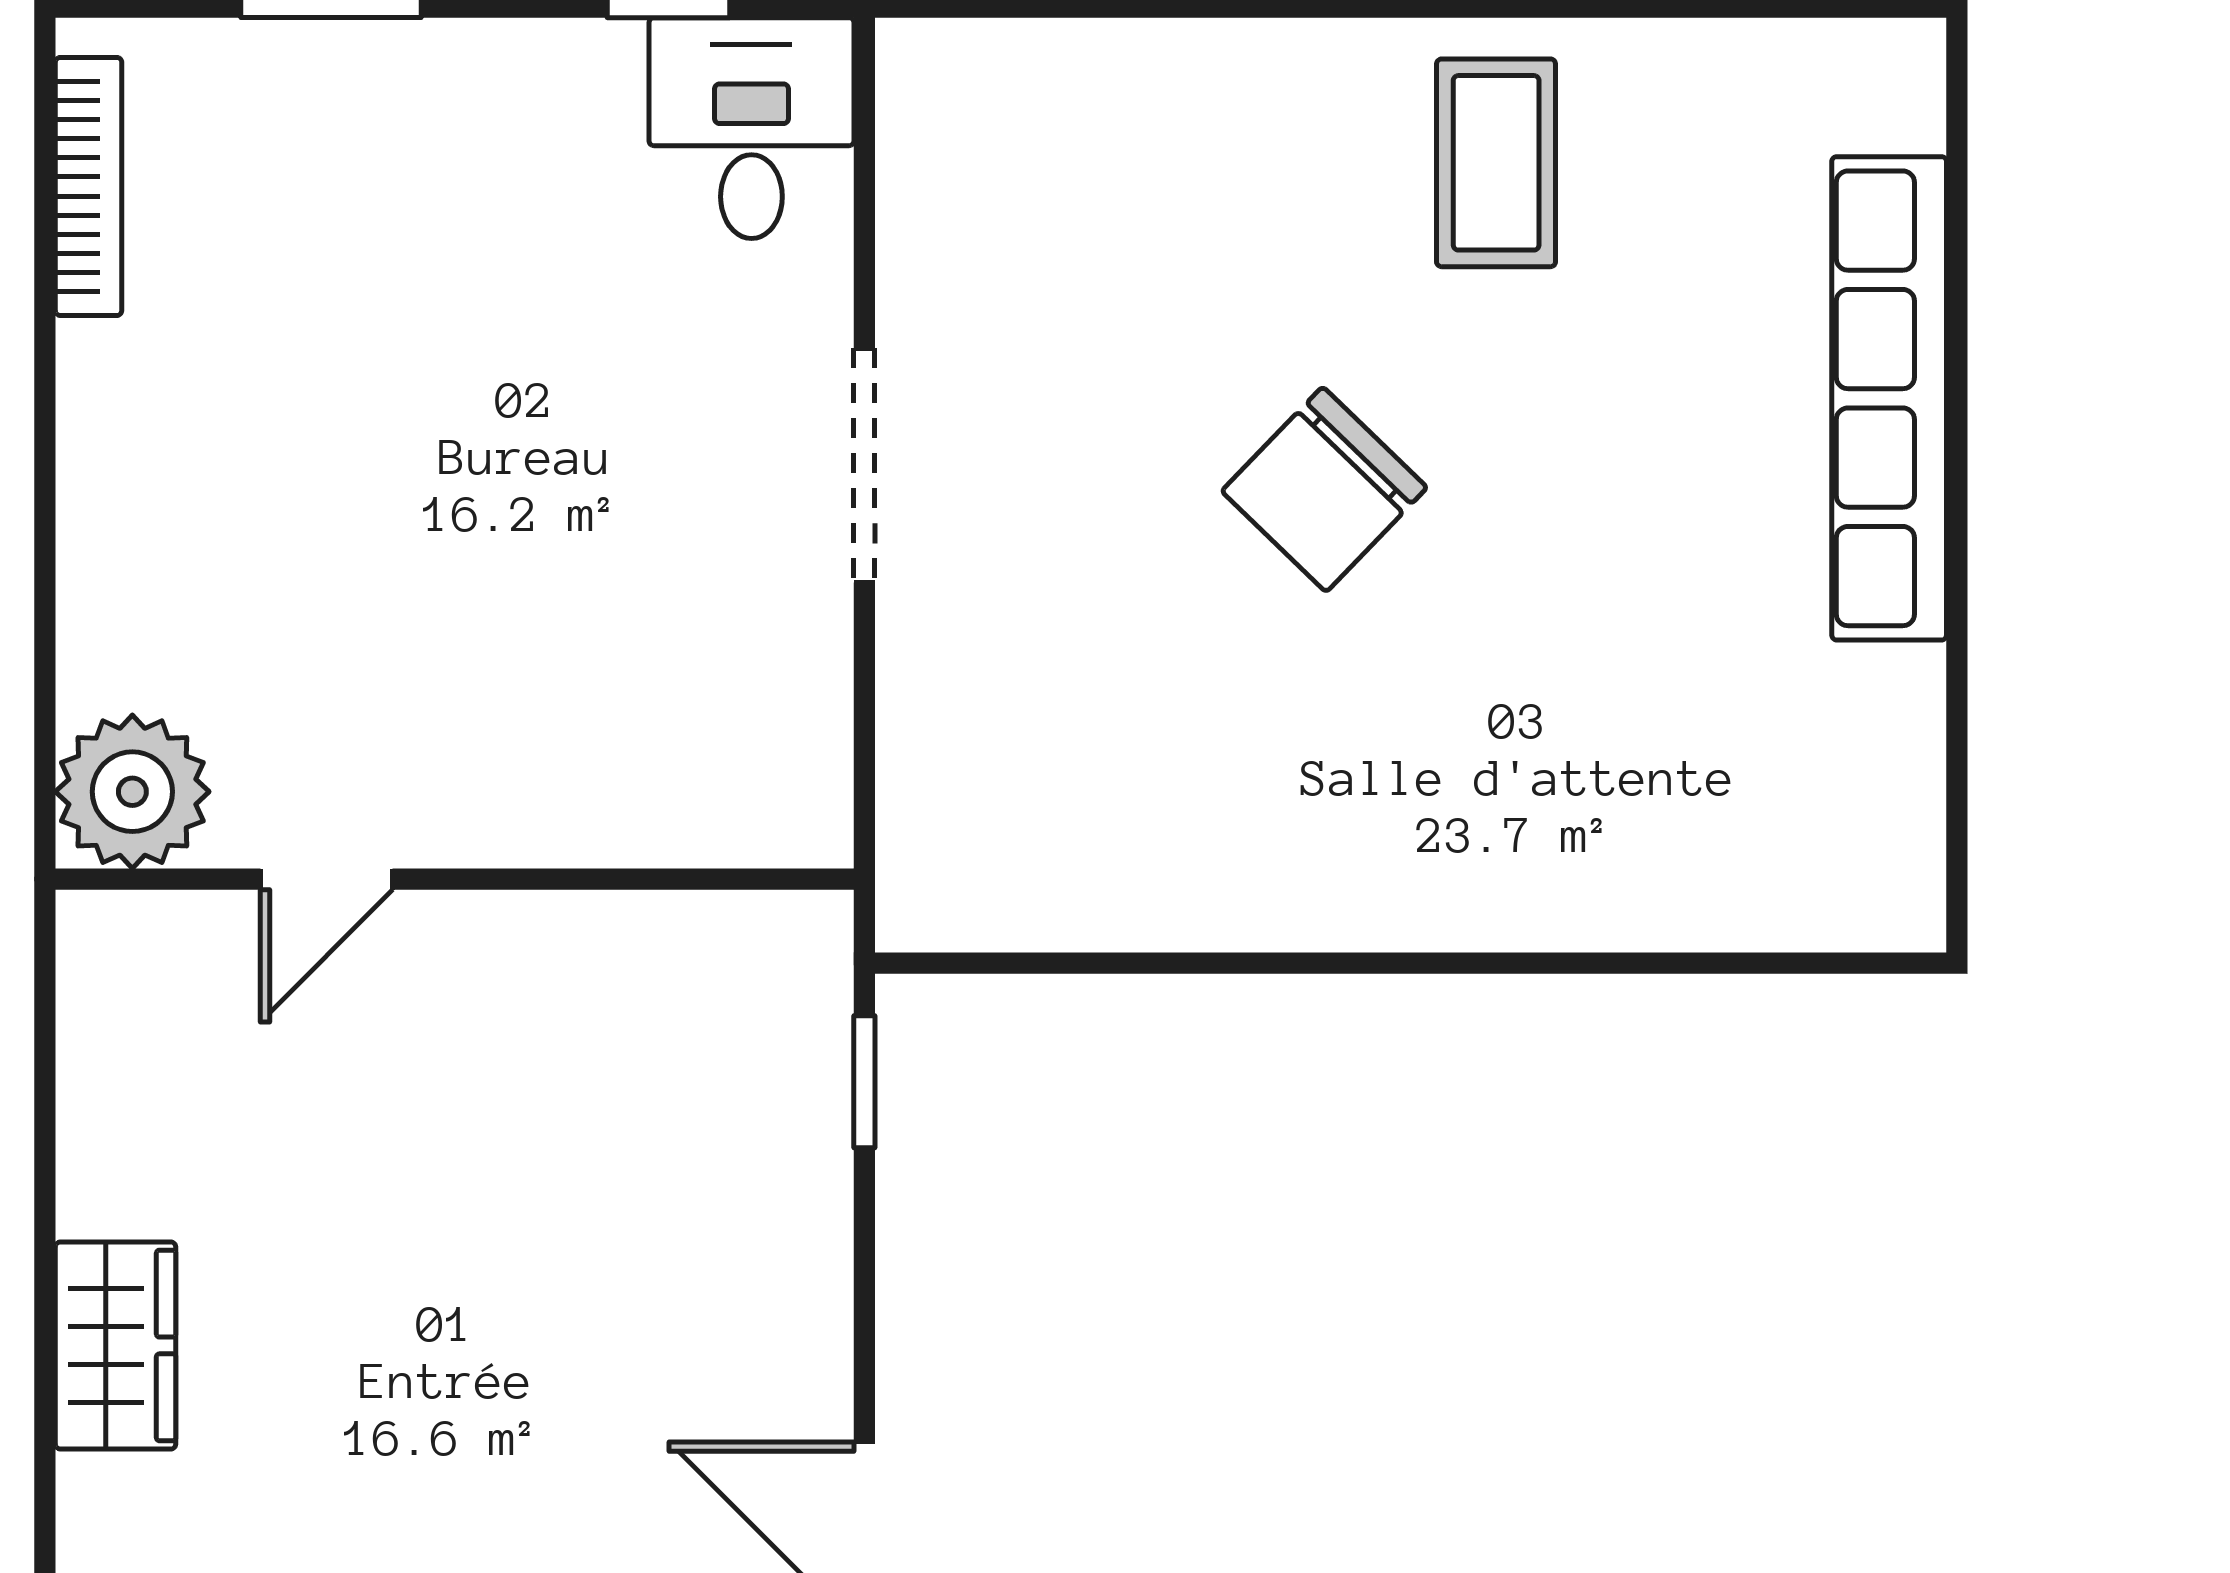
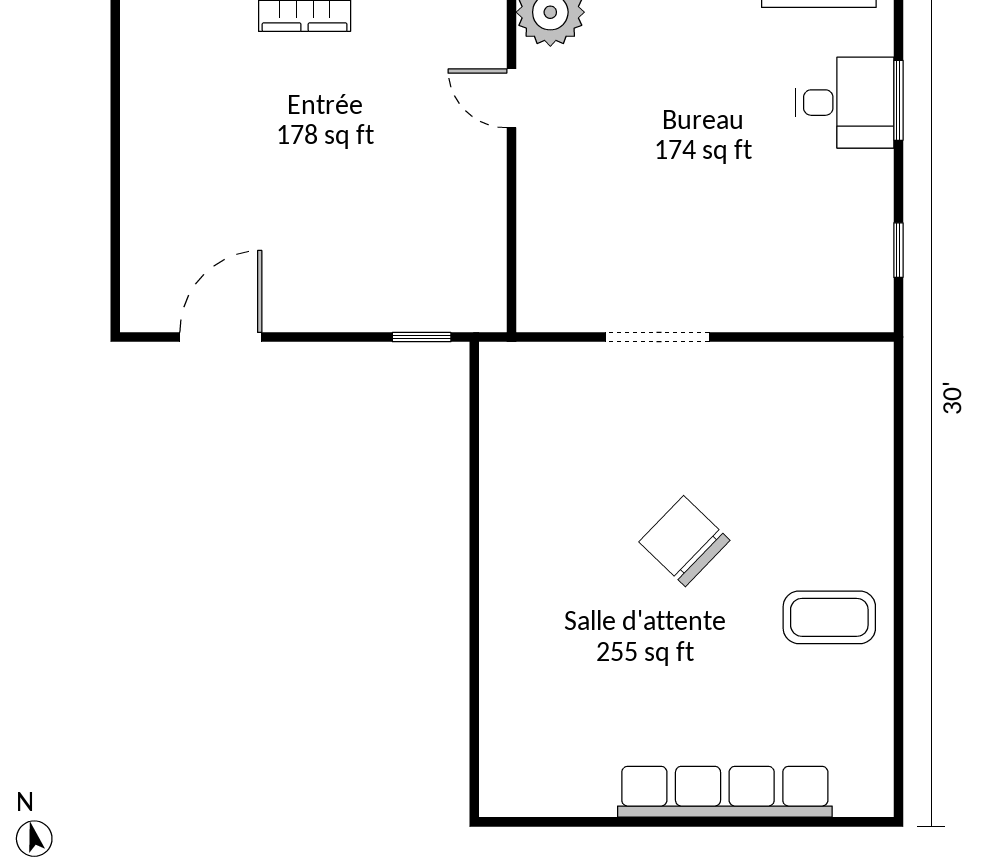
desk: (751, 128) -> (845, 103), moved
doorway: (864, 465) -> (657, 337), moved

